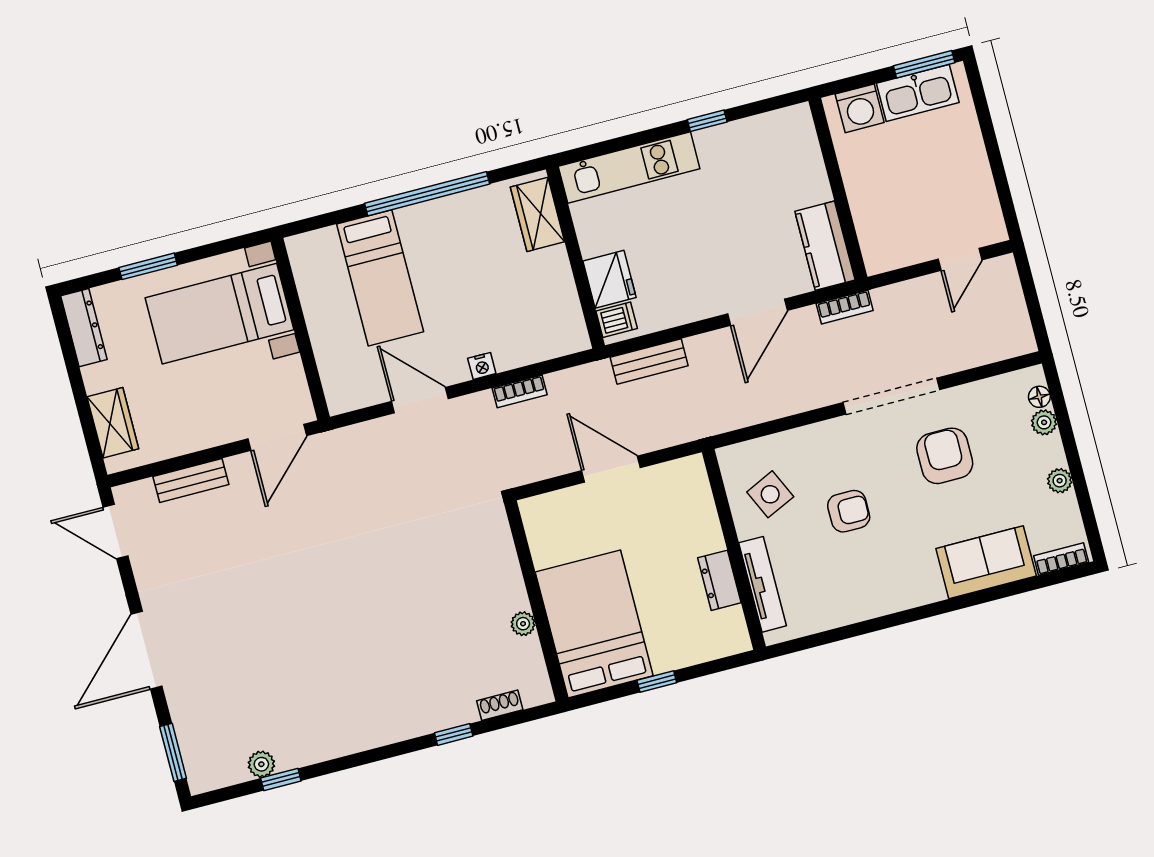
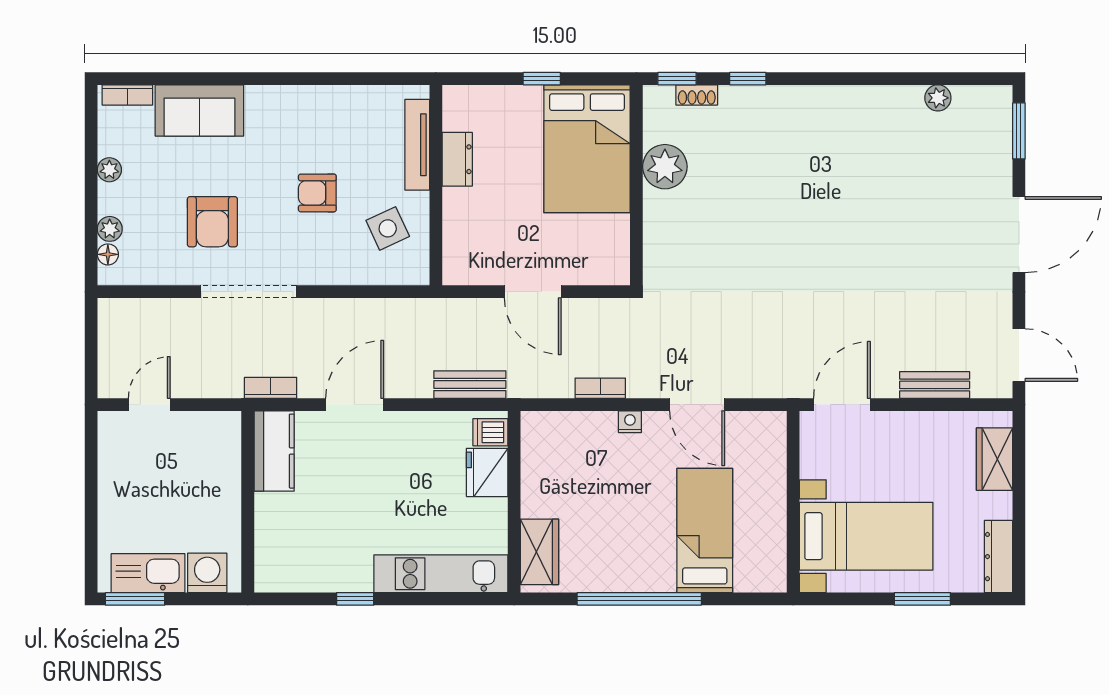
plant: (523, 624) -> (665, 167), width x1.88, depth x1.88
window: (281, 780) -> (677, 79), moved

